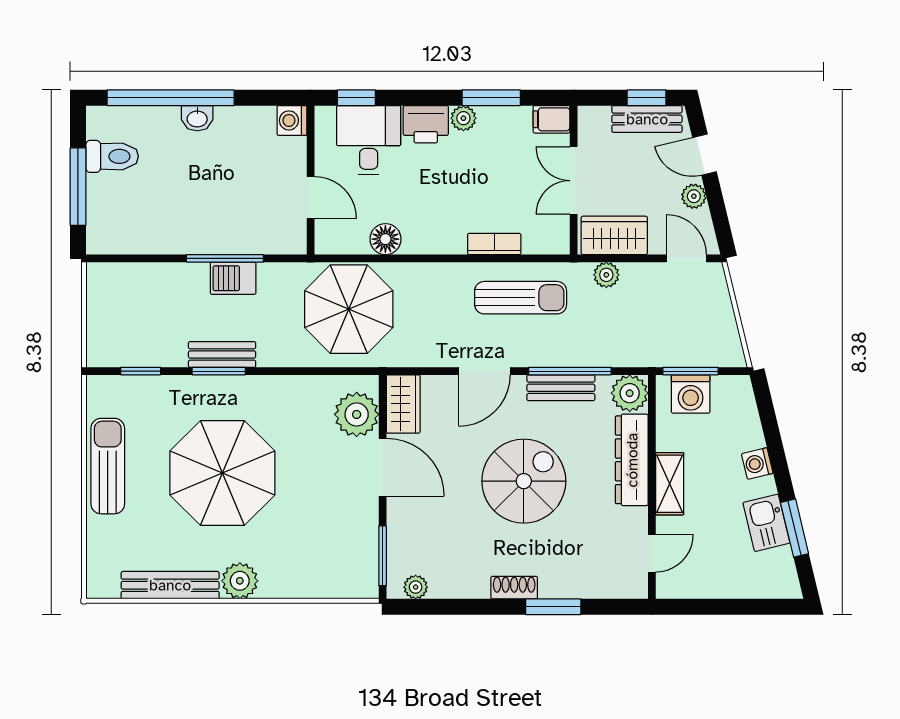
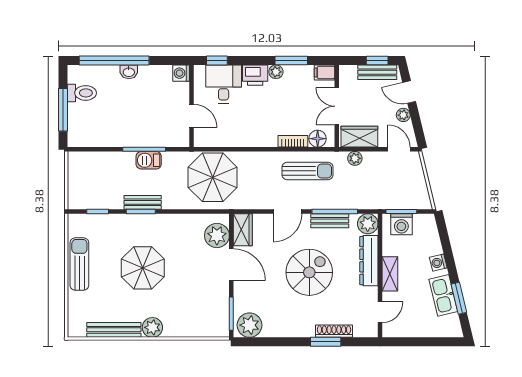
floor lamp: (385, 239) -> (318, 139), moved
parasol: (222, 473) -> (143, 268), width x0.73, depth x0.73
kitchen sink: (766, 523) -> (443, 295), width x1.38
plant: (416, 587) -> (250, 325), width x1.88, depth x1.88
shoe rack: (514, 588) -> (334, 331), moved, width x1.43

